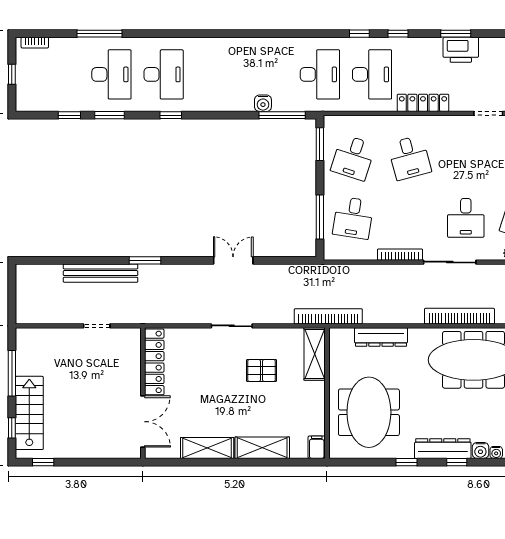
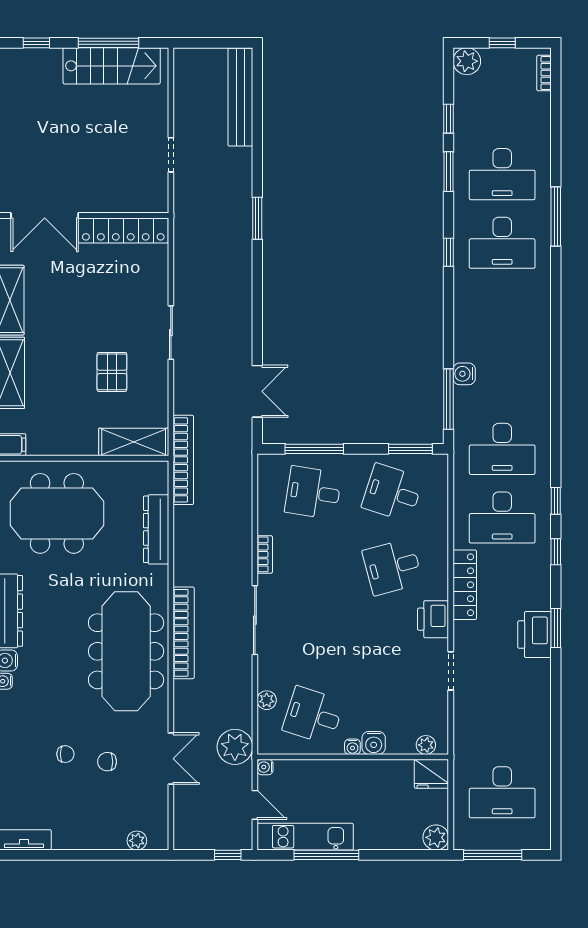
window: (100, 34) -> (556, 216), moved
plant: (26, 101) -> (467, 61), added
printer: (449, 127) -> (433, 619), added
desk: (466, 218) -> (313, 641), removed
bookcase: (400, 255) -> (265, 554), width x0.64
double door: (233, 260) -> (257, 391), moved
bench: (101, 273) -> (240, 97), moved
stairs: (29, 413) -> (112, 66), moved

